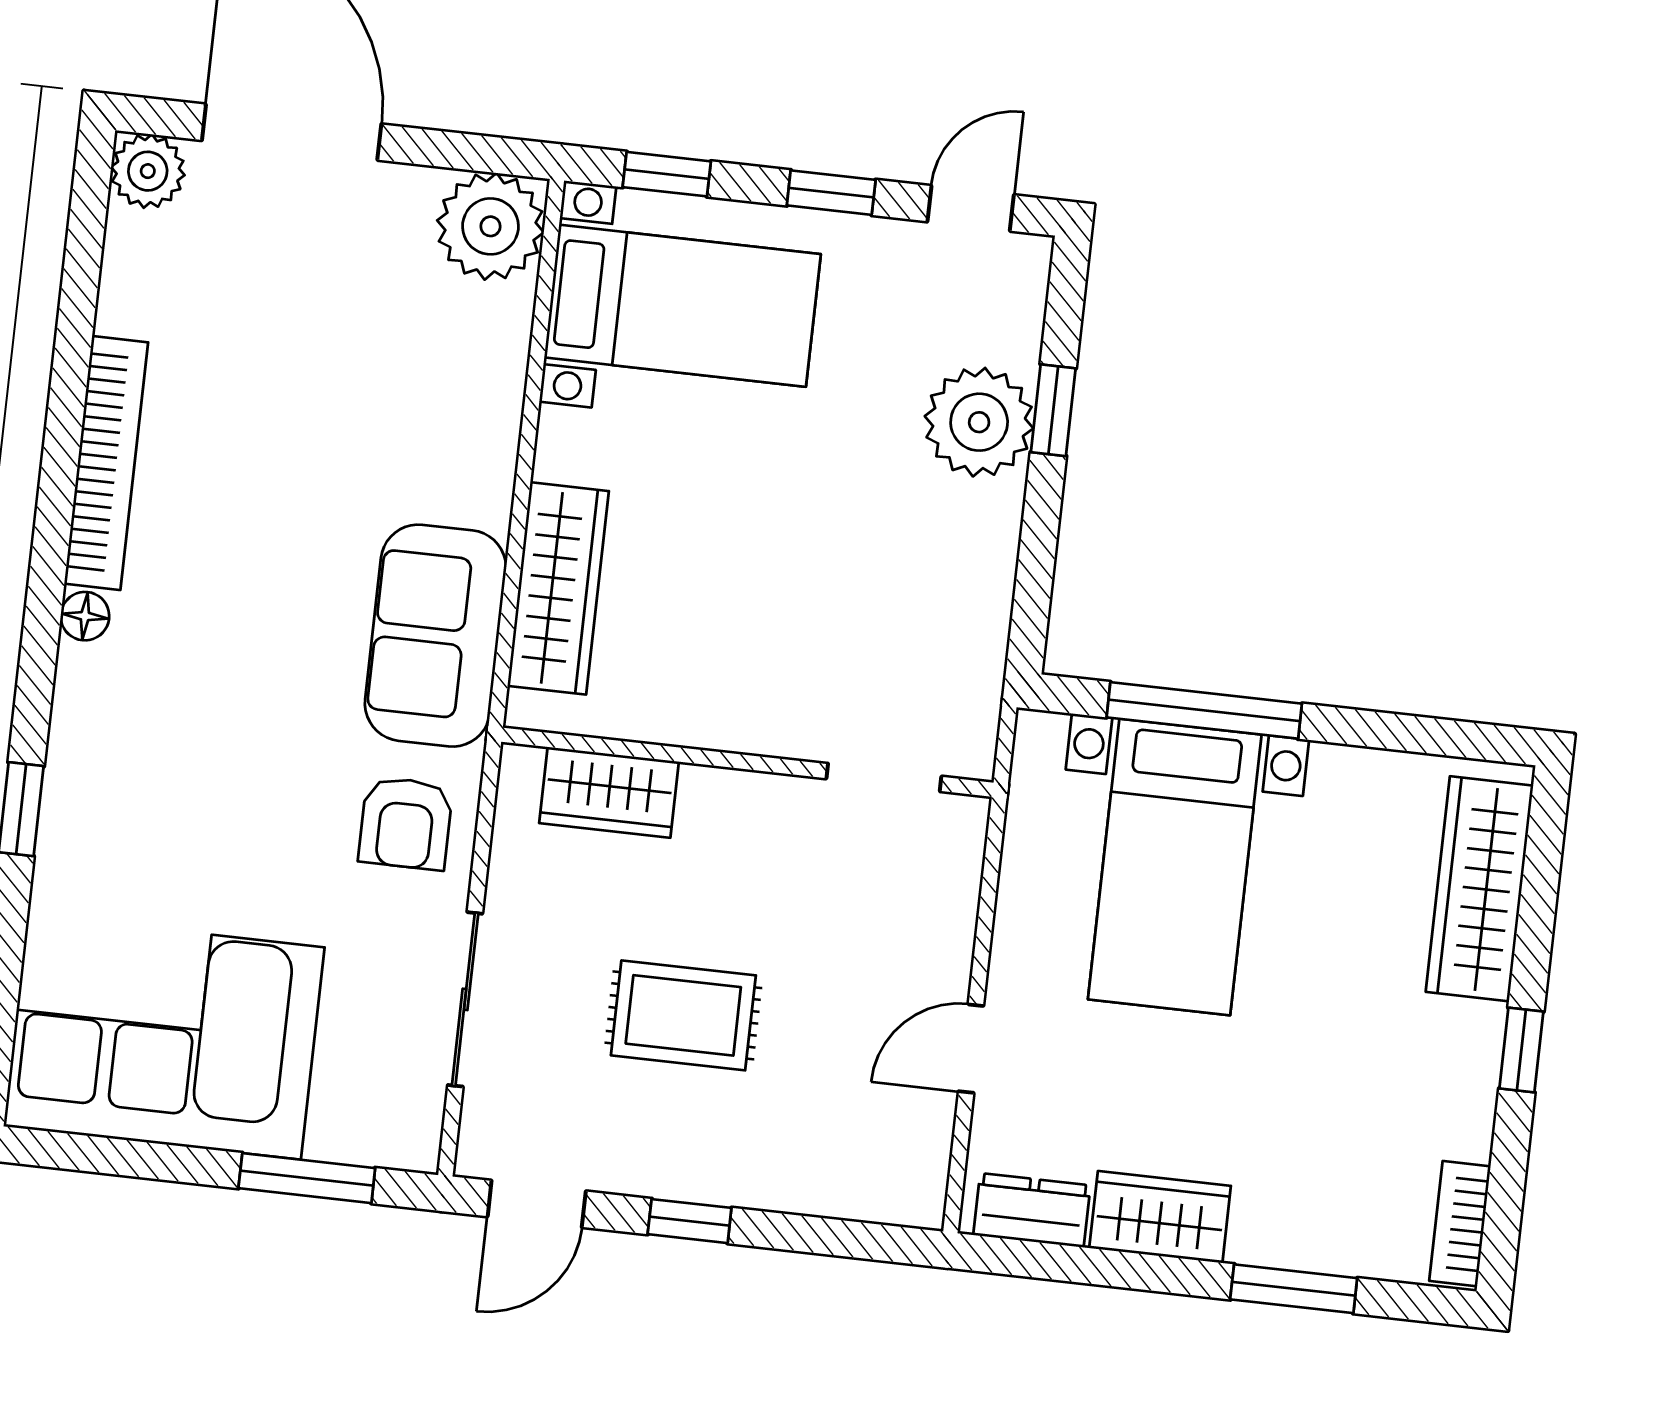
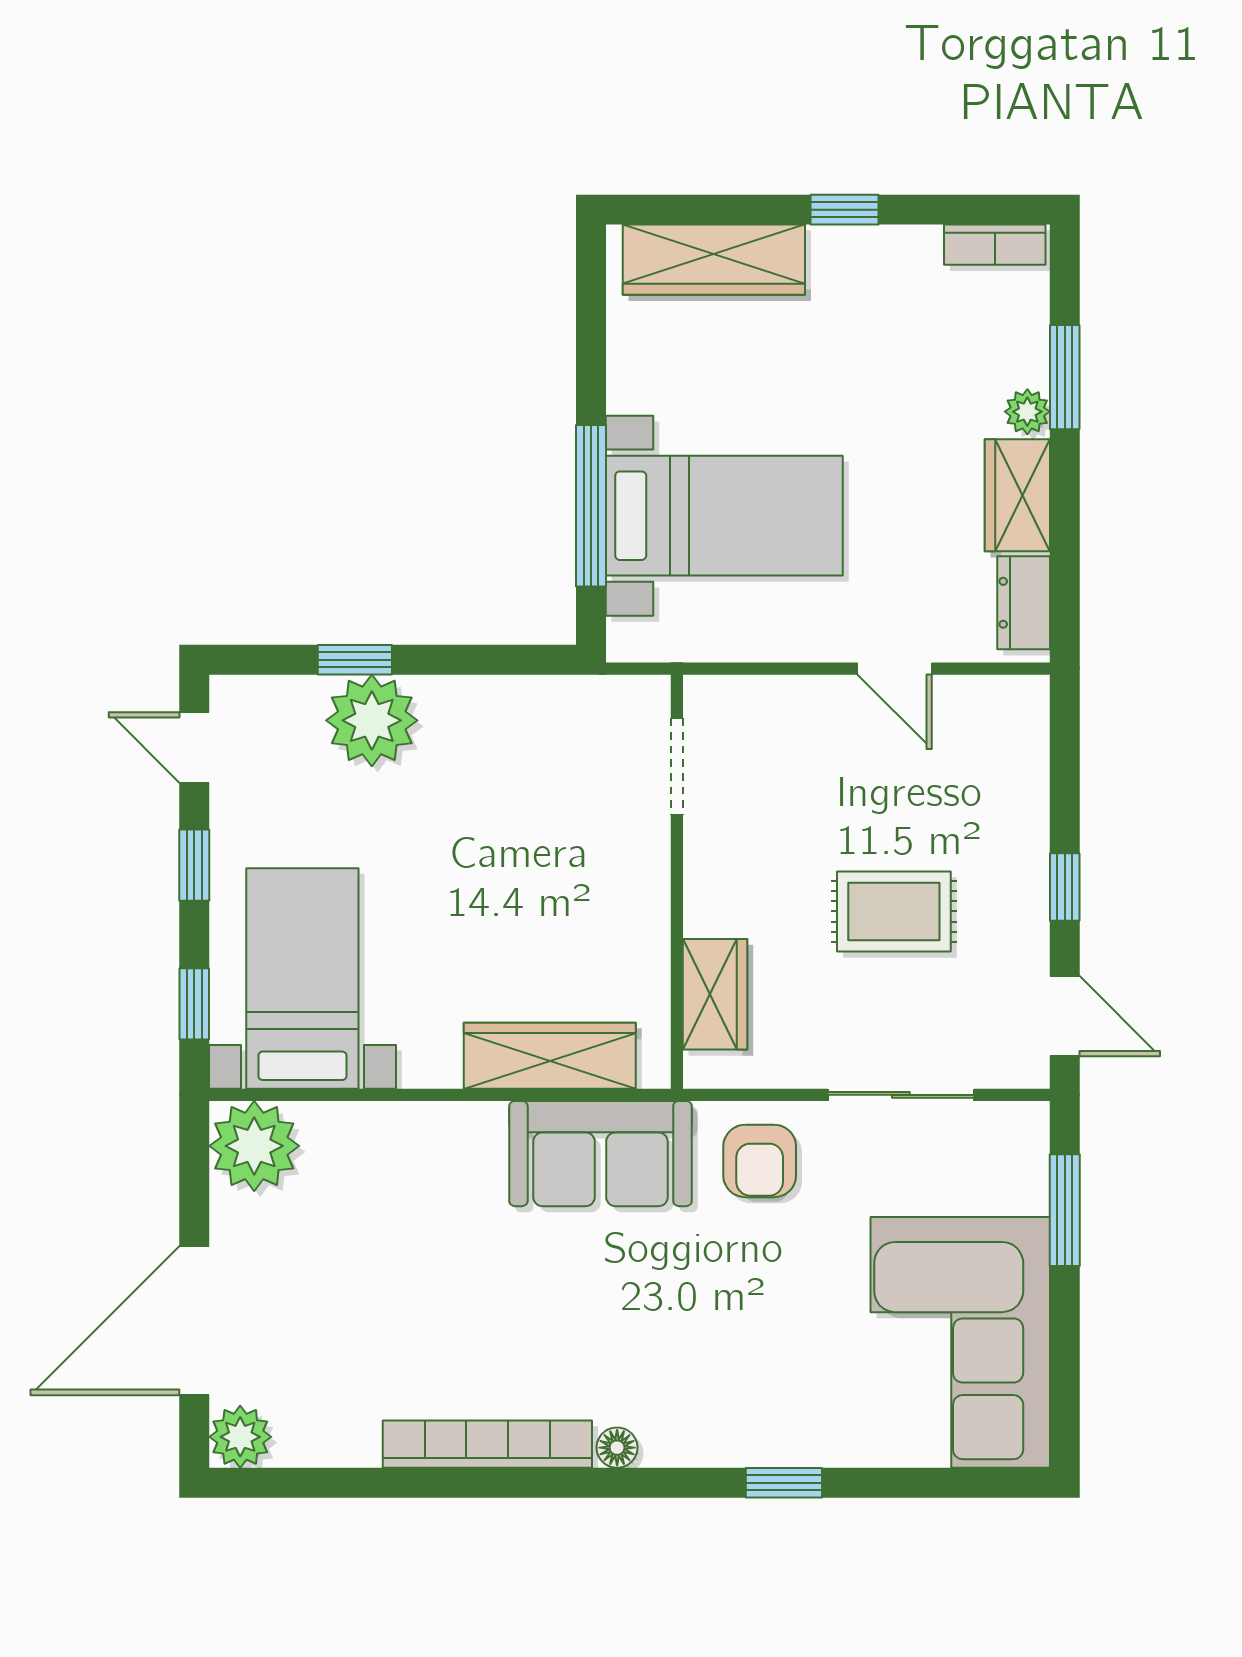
armchair: (406, 823) -> (760, 1161), turned 90
rug: (683, 1015) -> (894, 911), turned 90
plant: (1258, 1240) -> (1027, 412), added

